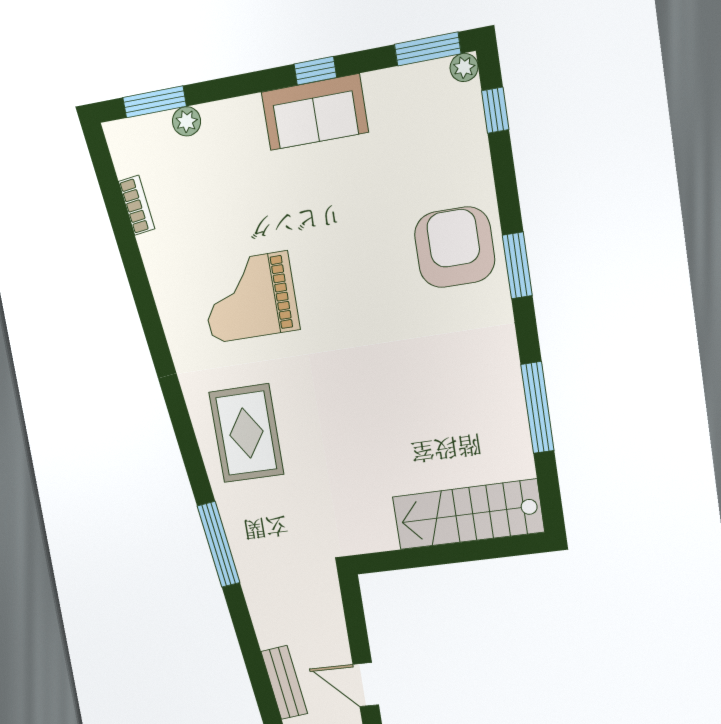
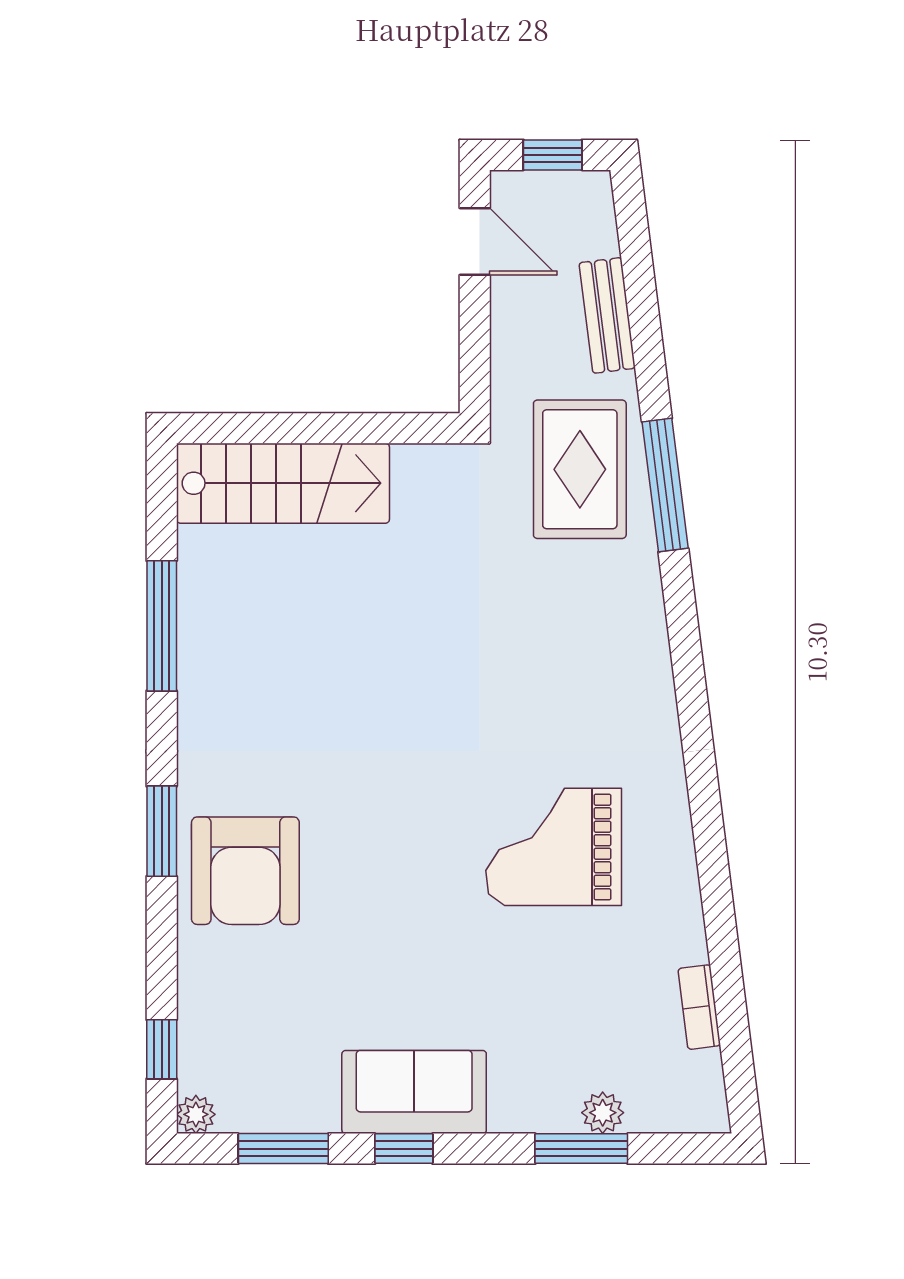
window: (428, 49) -> (283, 1149), moved
window: (155, 102) -> (581, 1149), moved
grand piano: (249, 297) -> (554, 847), turned 180
rug: (246, 433) -> (580, 469), moved
bench: (284, 683) -> (607, 315), moved

